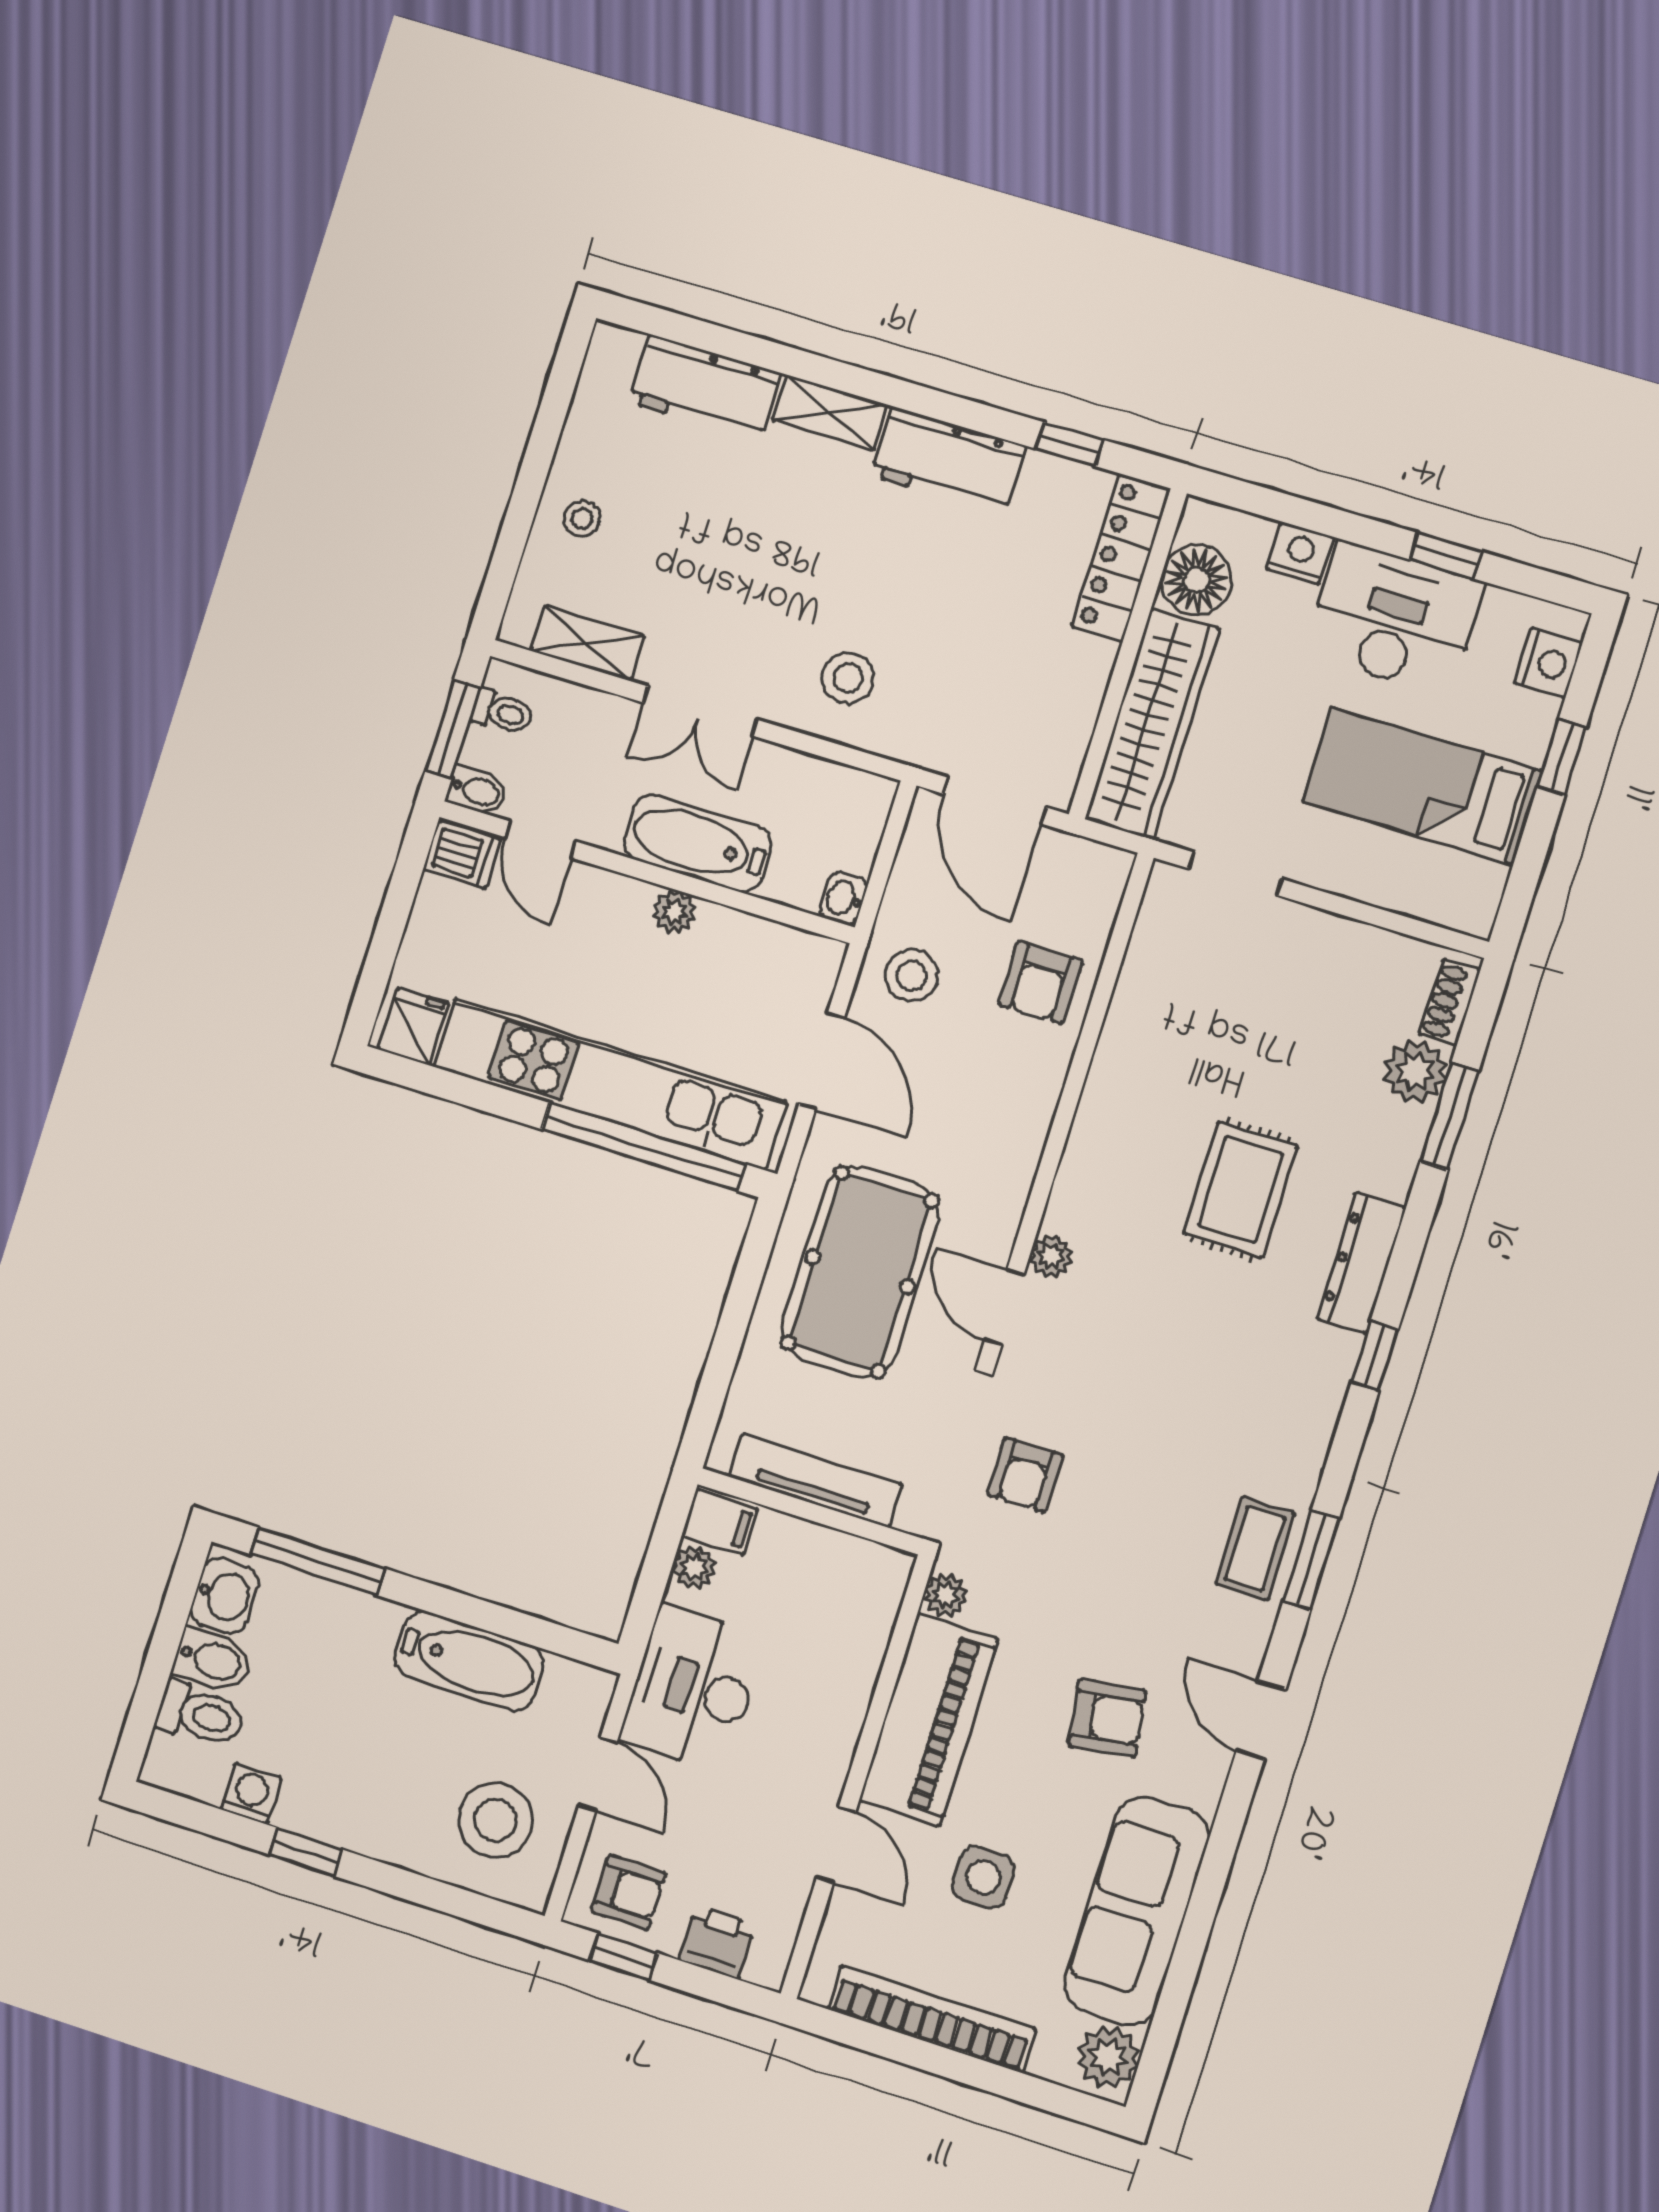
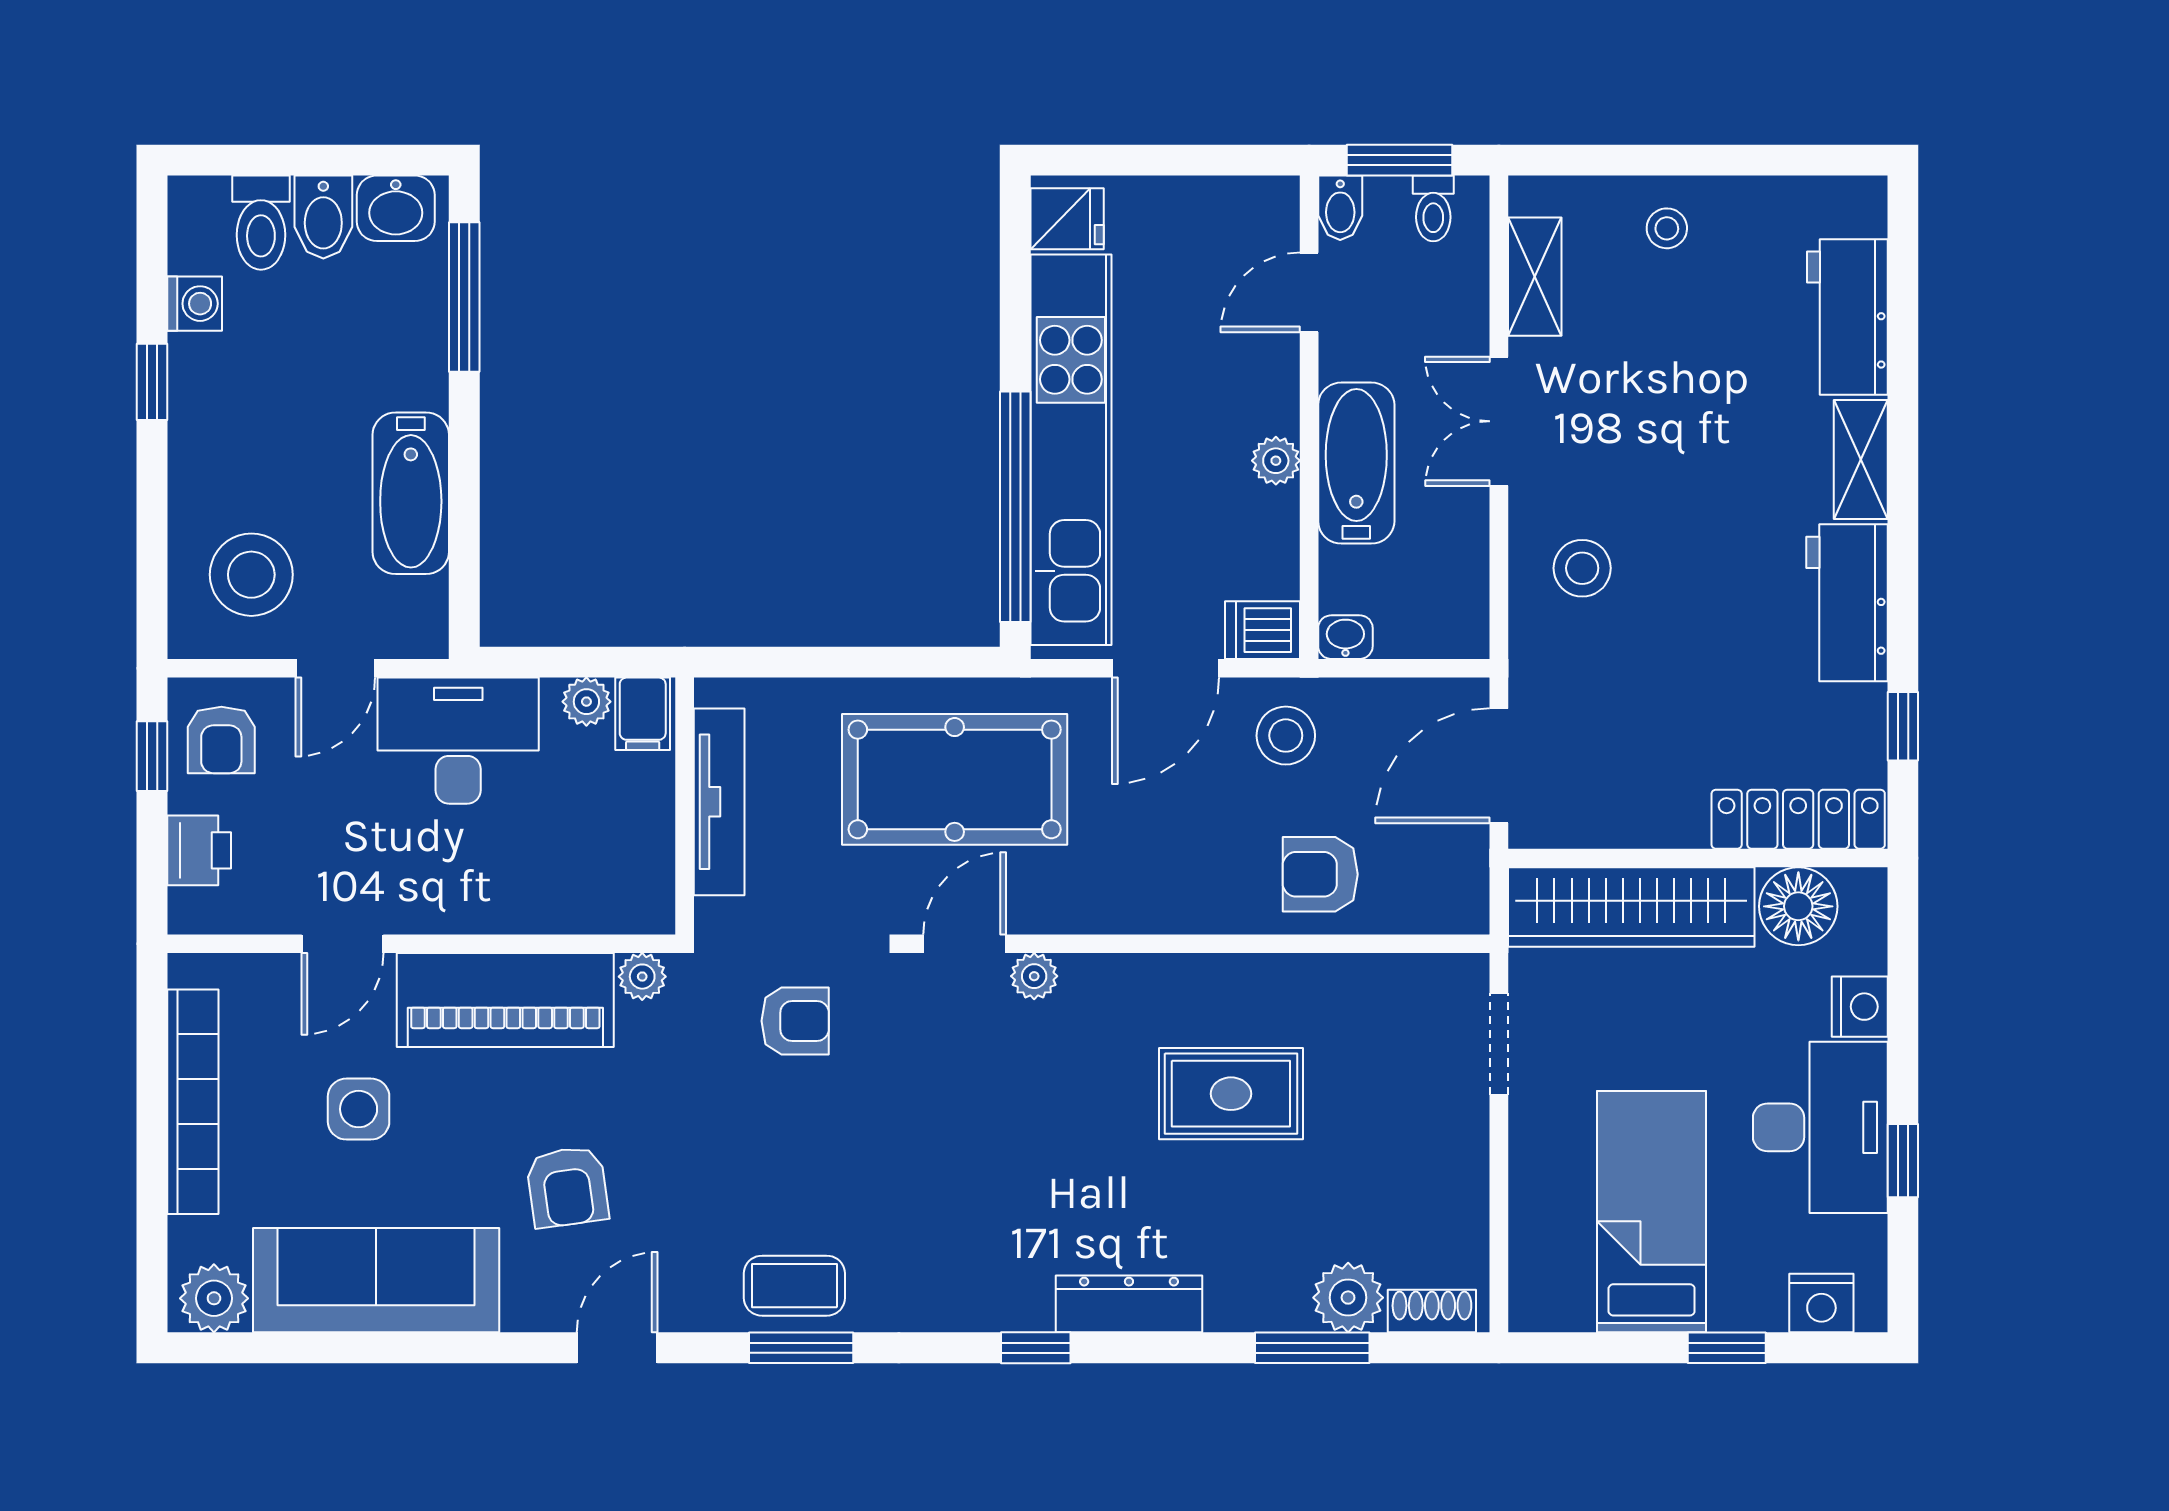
dishwasher: (462, 854) -> (1263, 630), moved, turned 90
rug: (1240, 1190) -> (1231, 1094), moved
armchair: (1025, 1475) -> (795, 1021), turned 180

